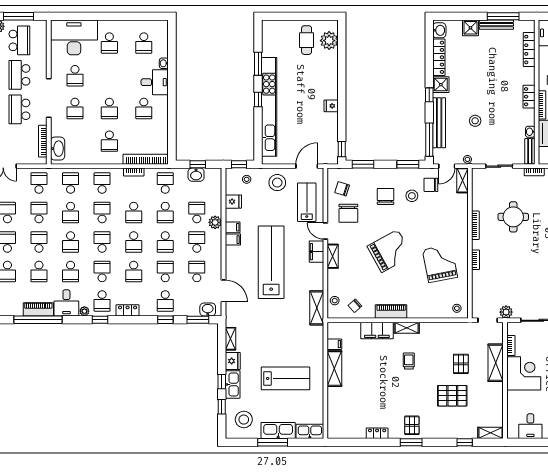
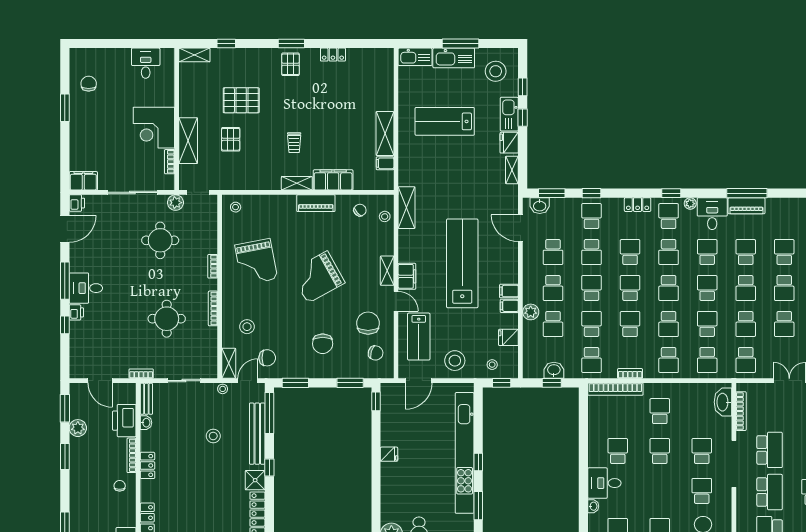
stool: (412, 196) -> (247, 327), moved
lab bench: (271, 262) -> (462, 263), turned 180
round table: (519, 281) -> (160, 240), added
window: (38, 320) -> (747, 193), width x0.68

